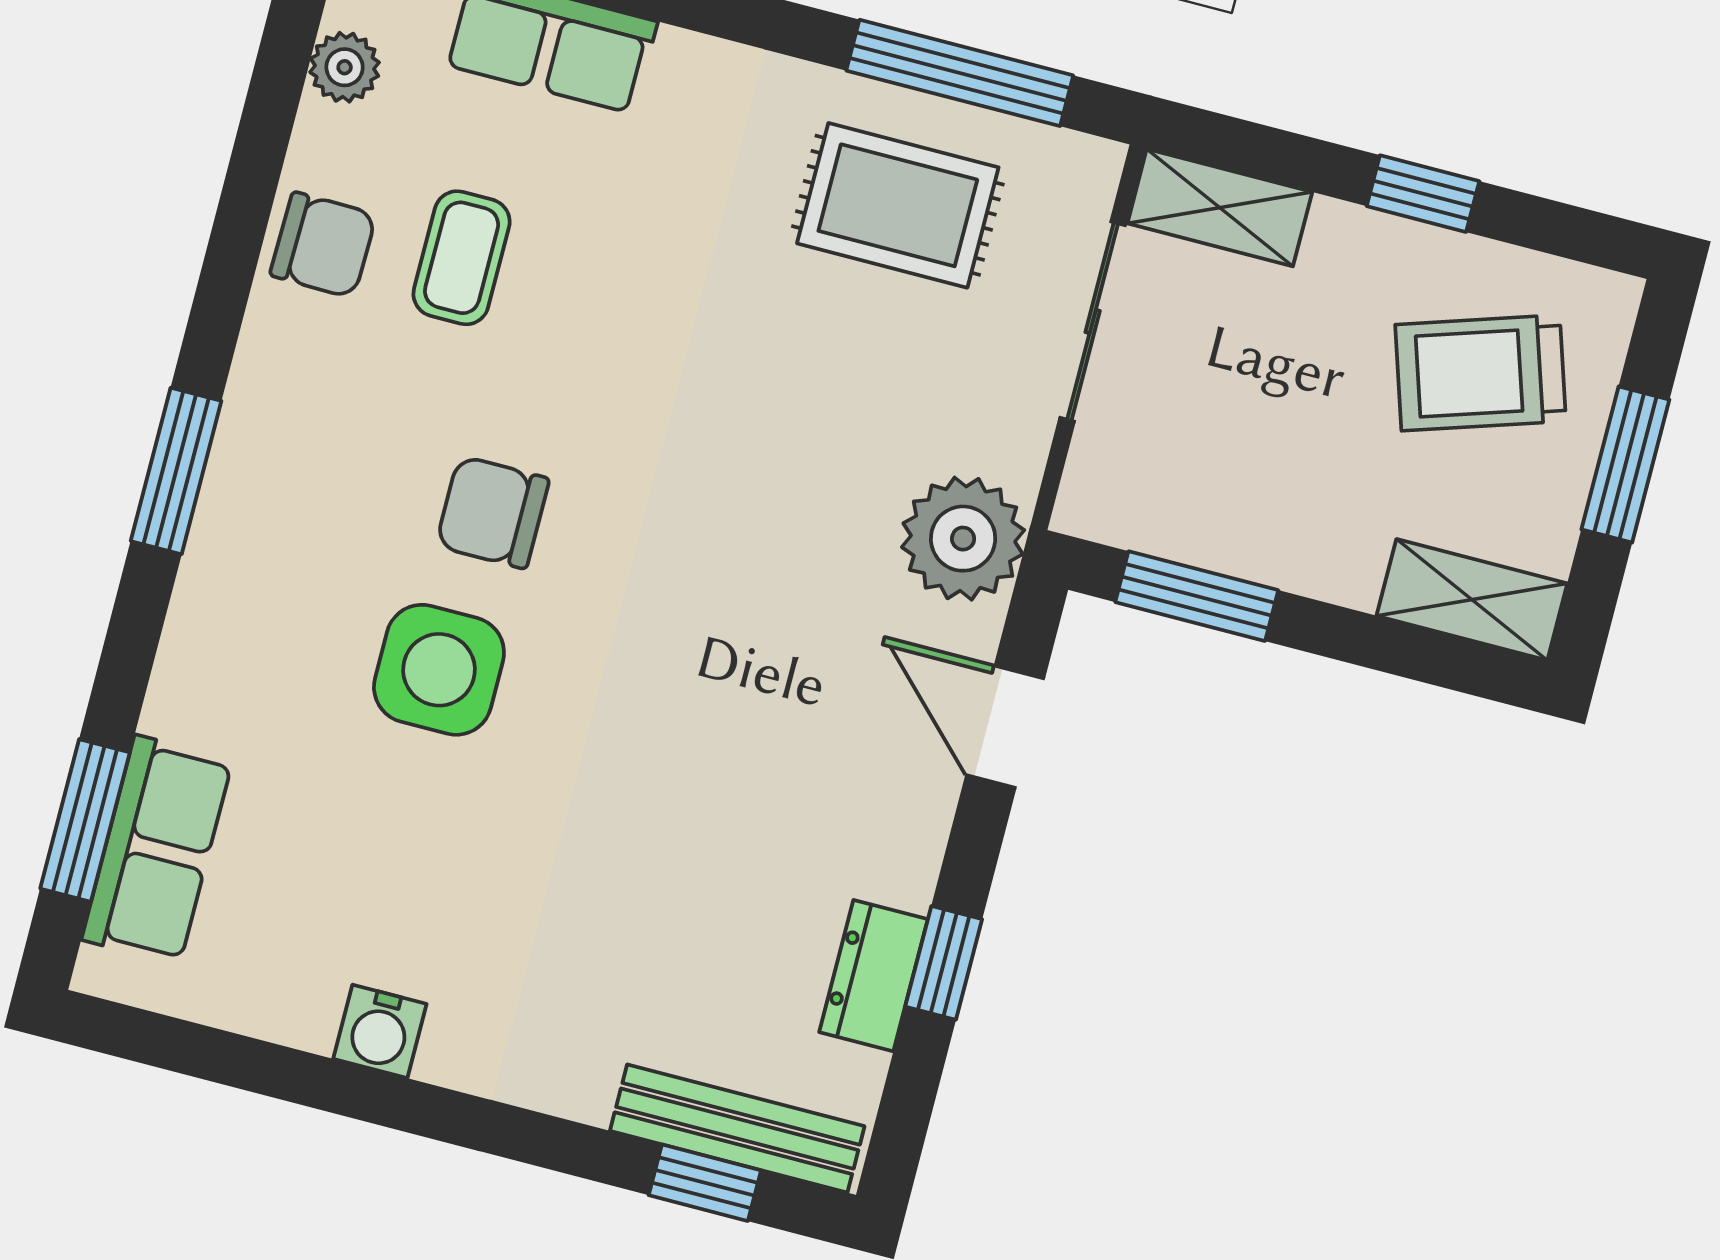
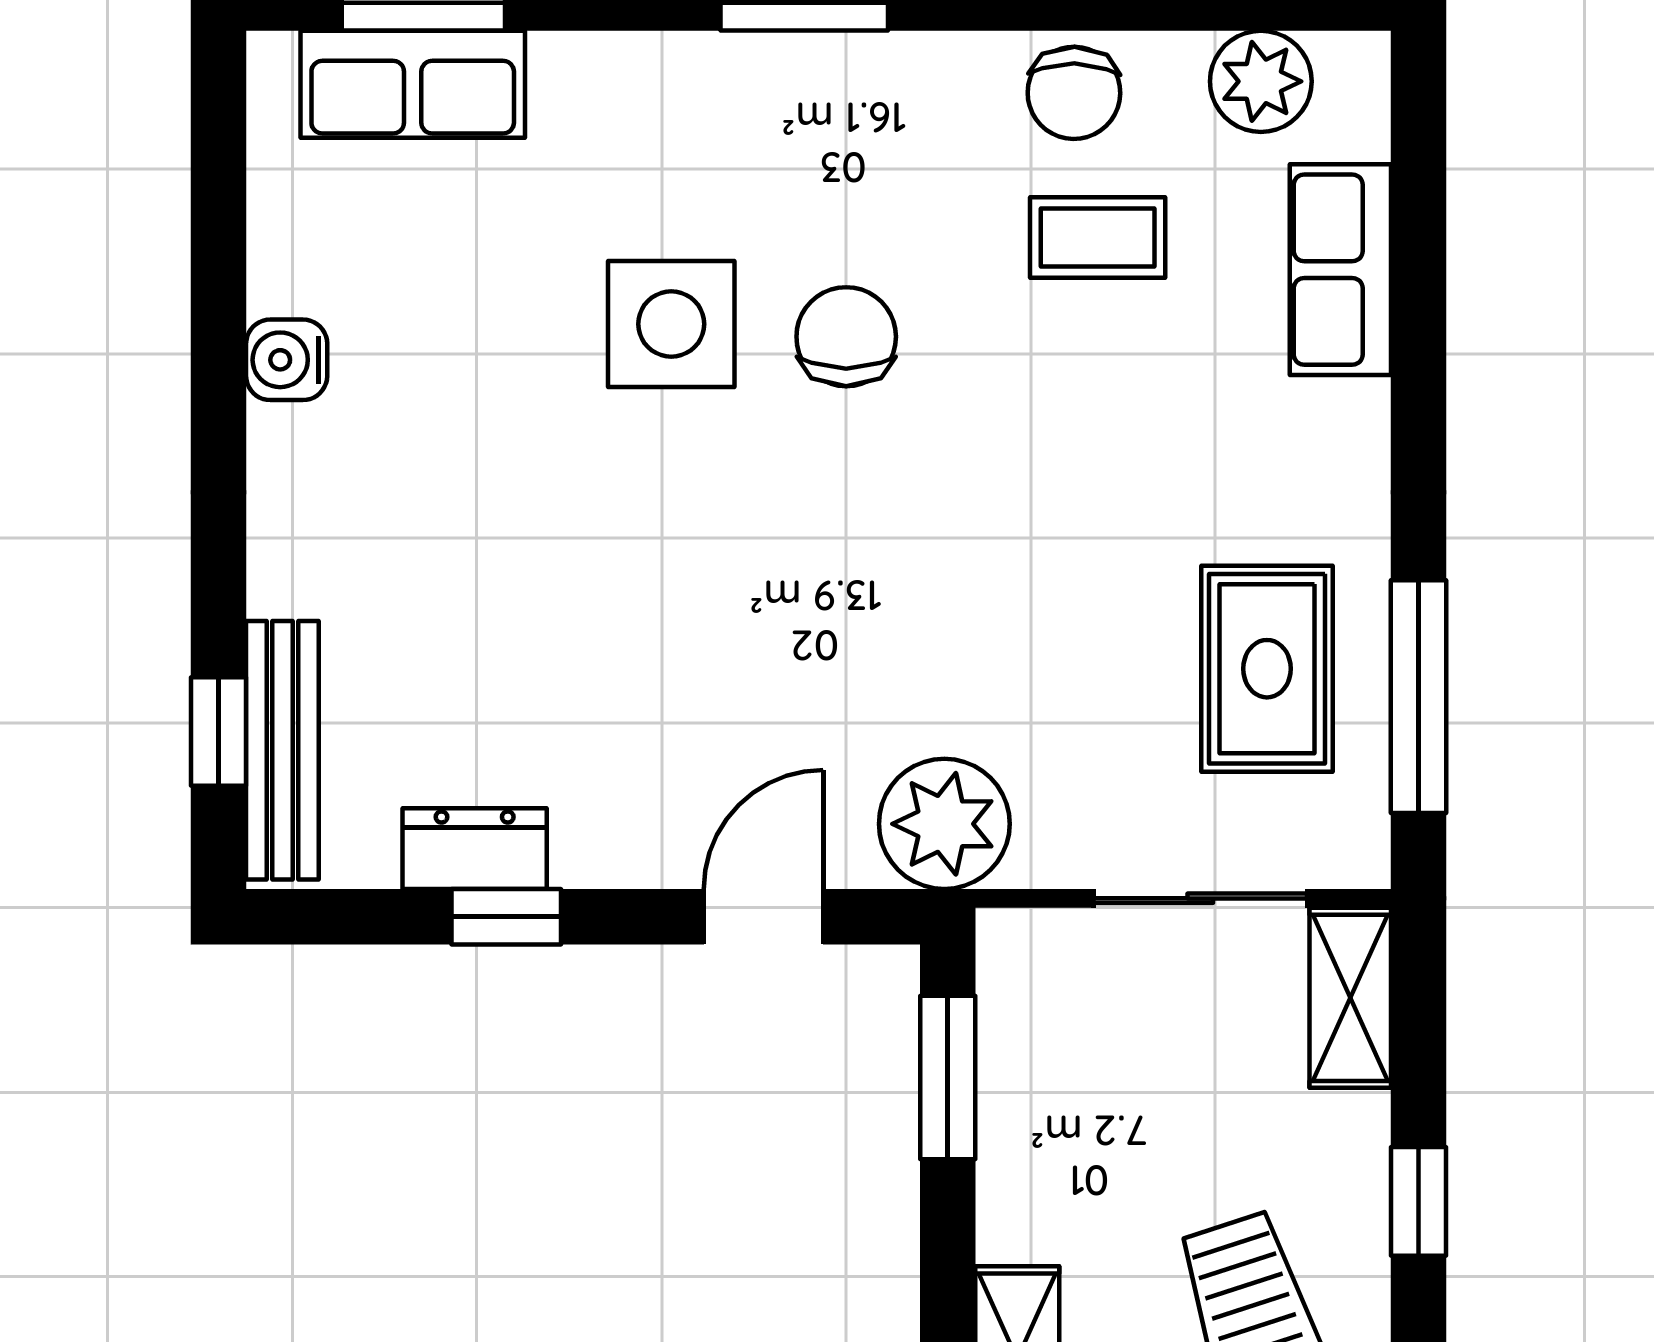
plant: (345, 67) -> (1261, 81), width x1.38, depth x1.38

